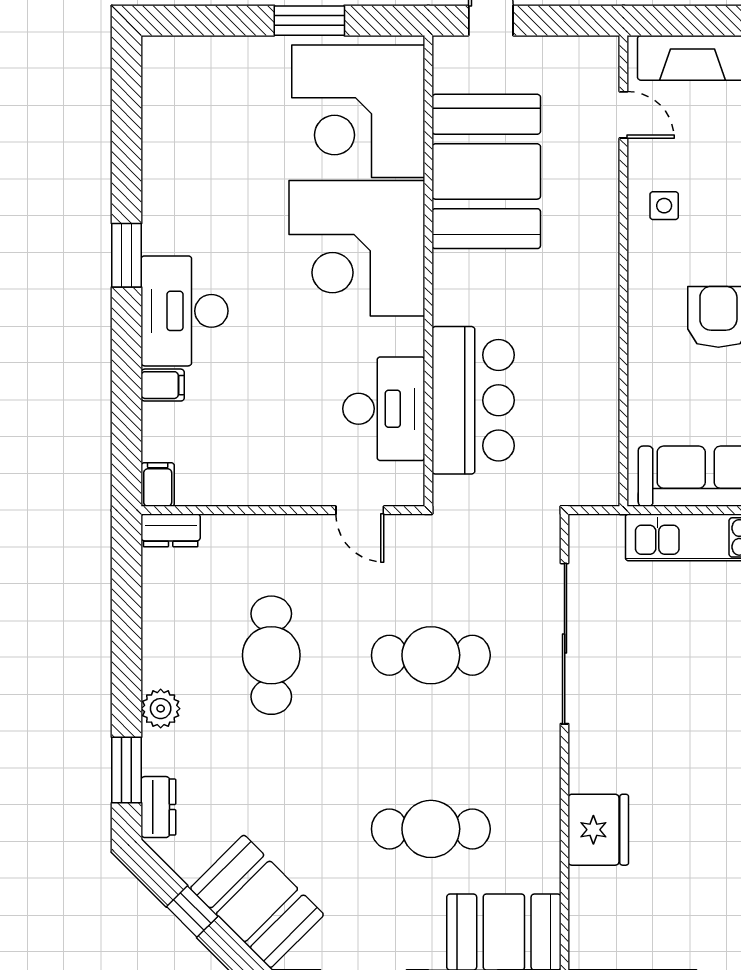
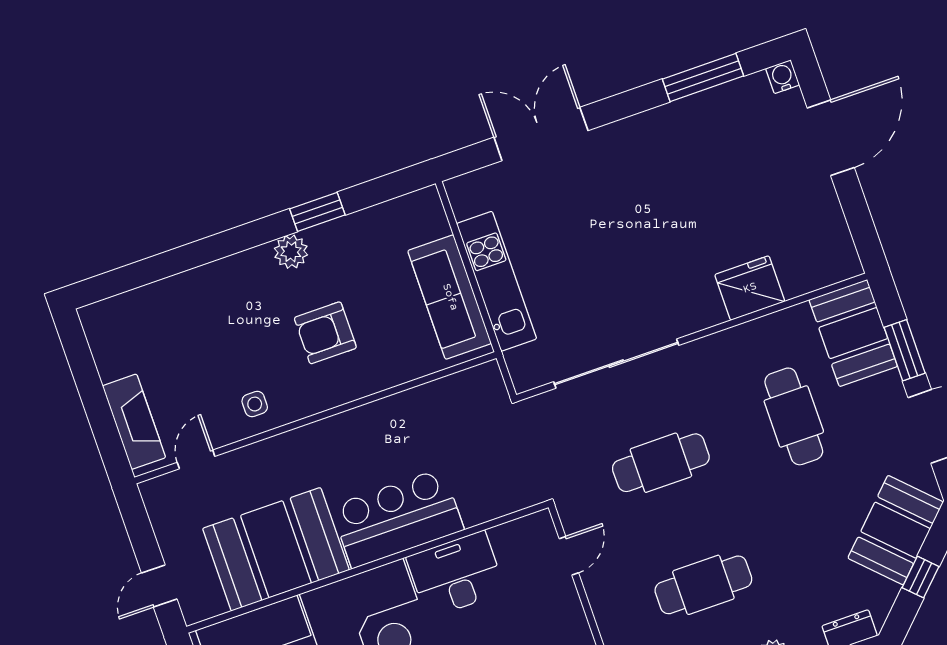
bar counter: (473, 400) -> (397, 518), moved
desk: (384, 409) -> (456, 574), moved
cafe table: (431, 655) -> (661, 463), turned 90

